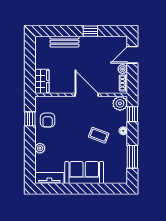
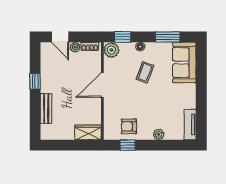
armchair: (48, 120) -> (129, 126), turned 180
sofa: (84, 173) -> (184, 62), moved

